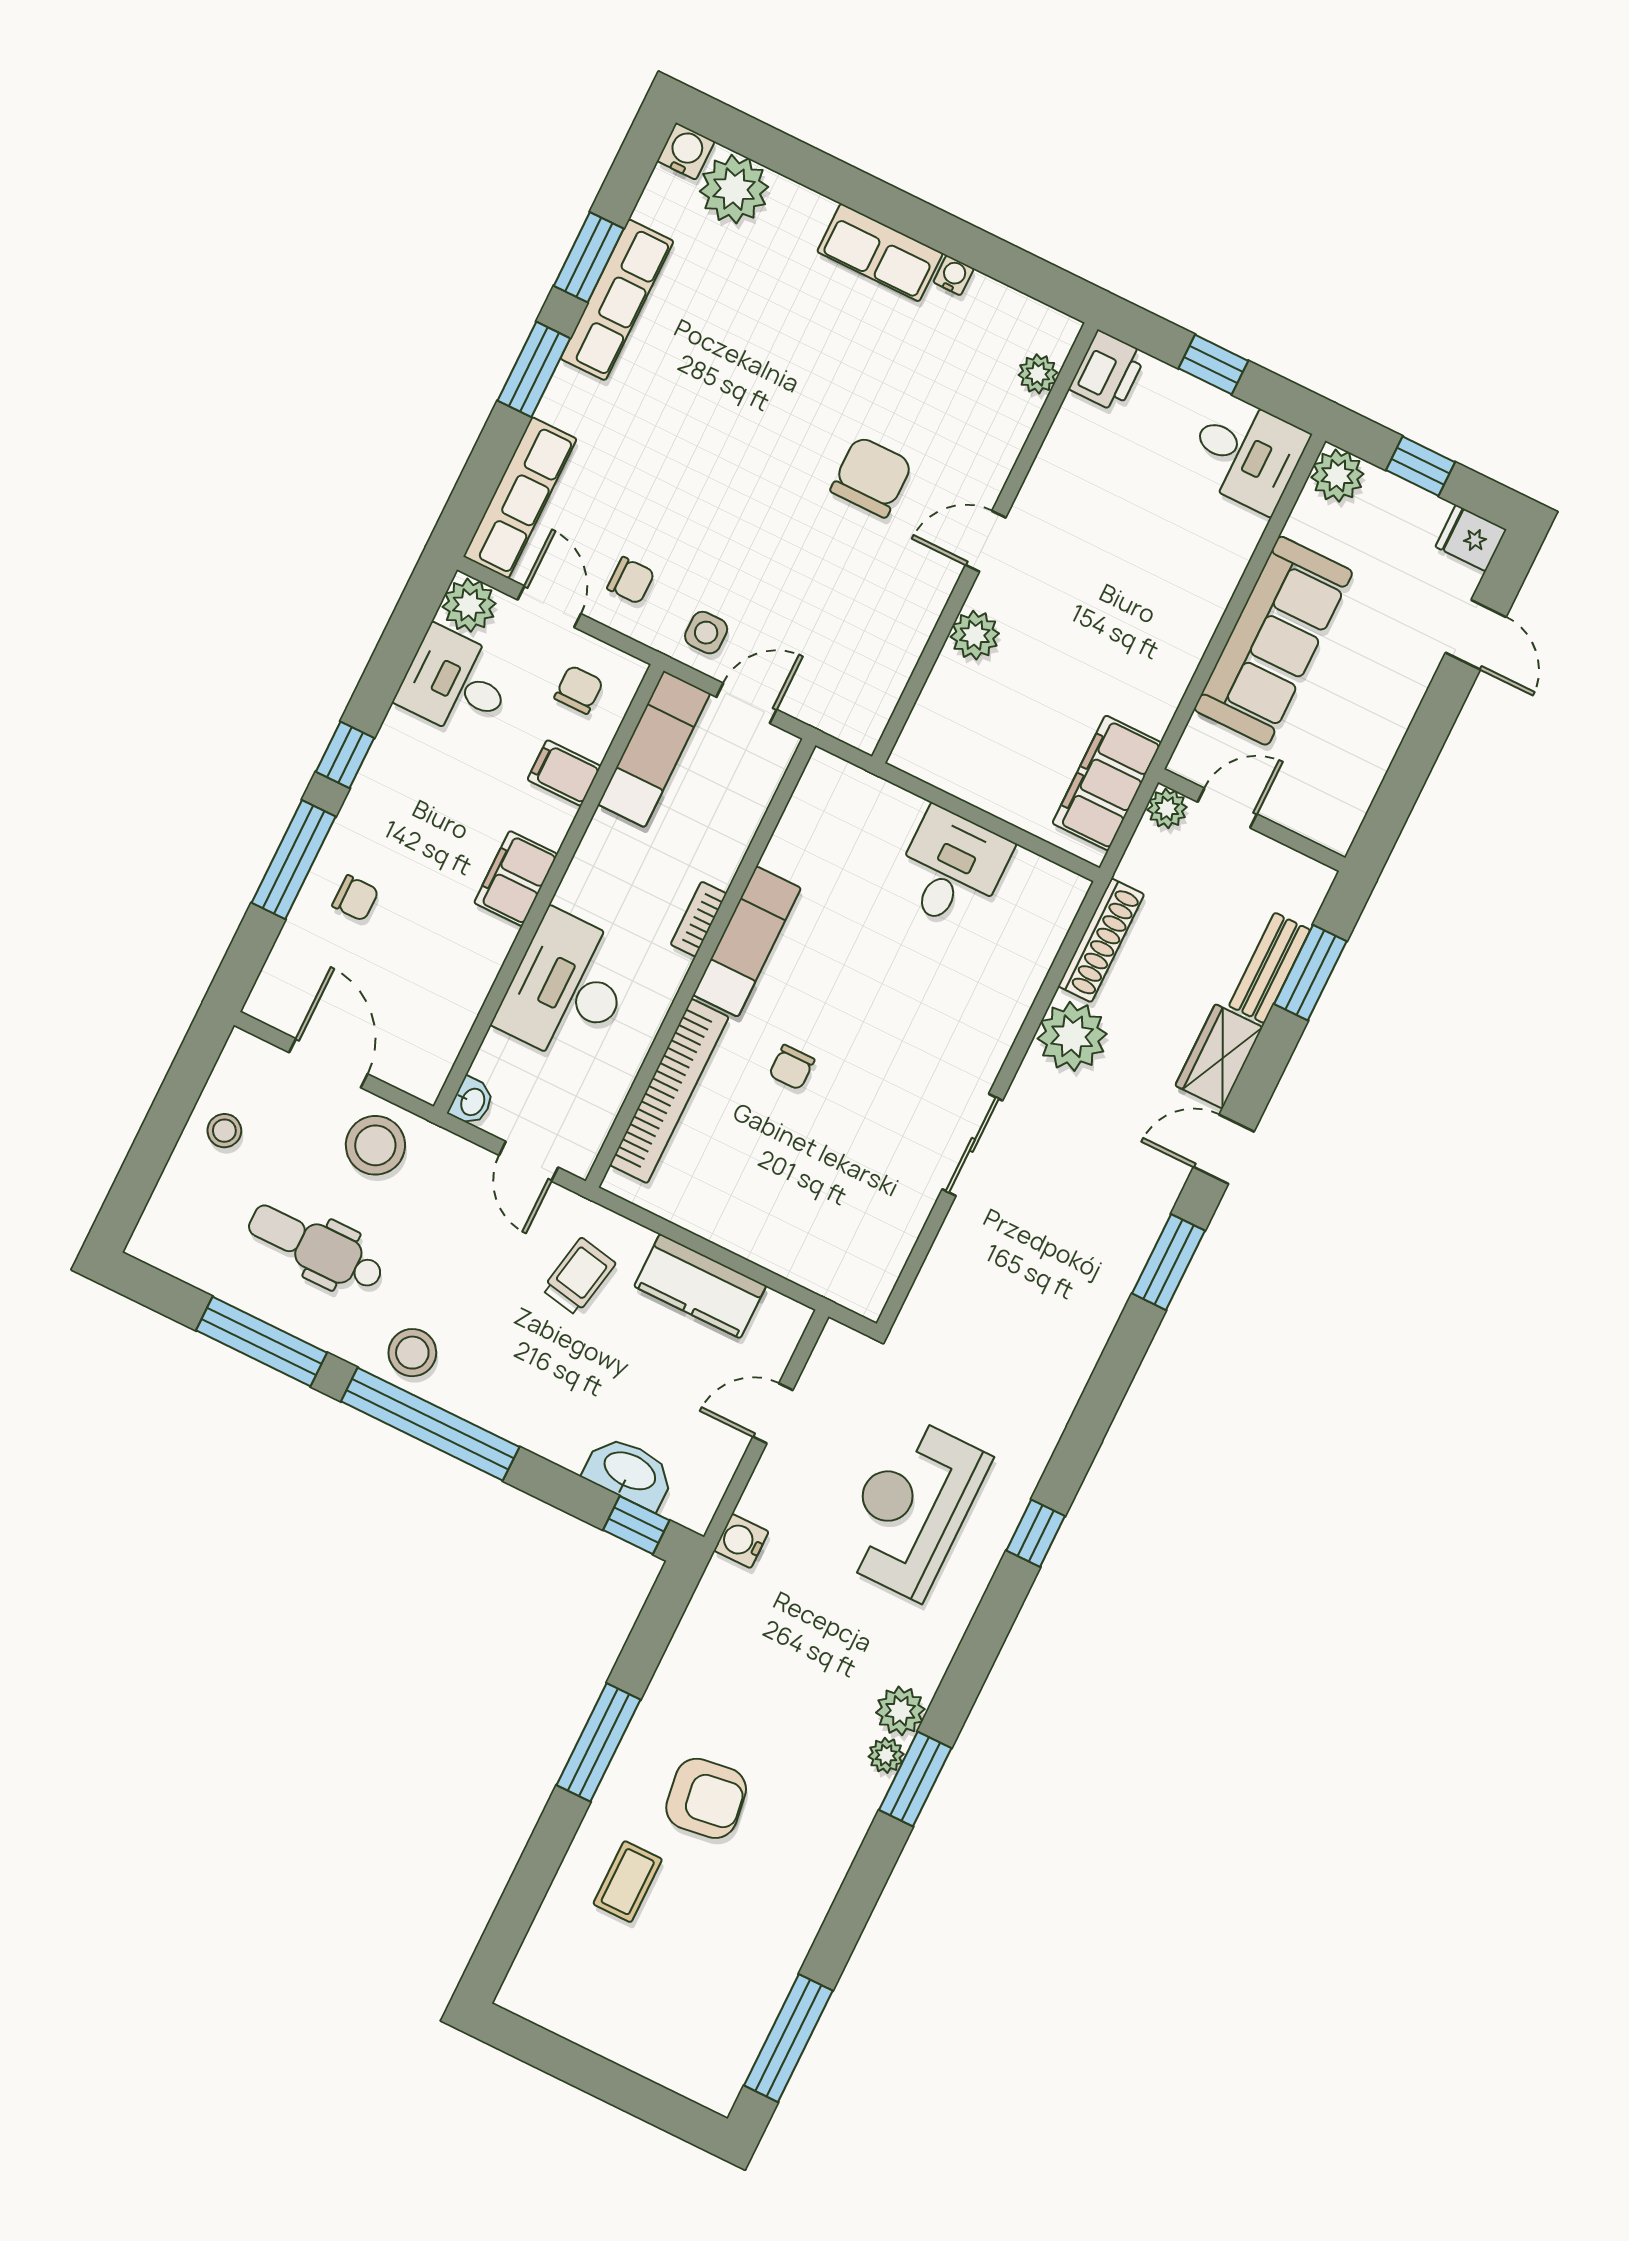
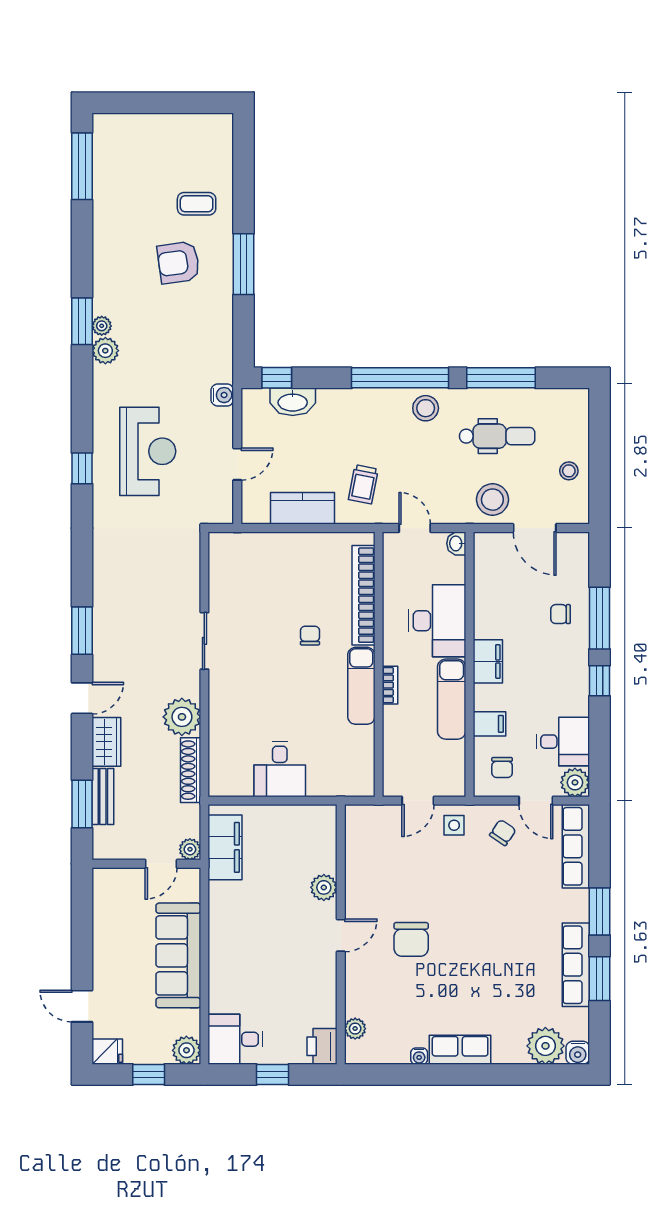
chair: (631, 580) -> (503, 833), turned 124
exam couch: (654, 749) -> (452, 699), moved
coffee table: (628, 1882) -> (197, 204), turned 90

